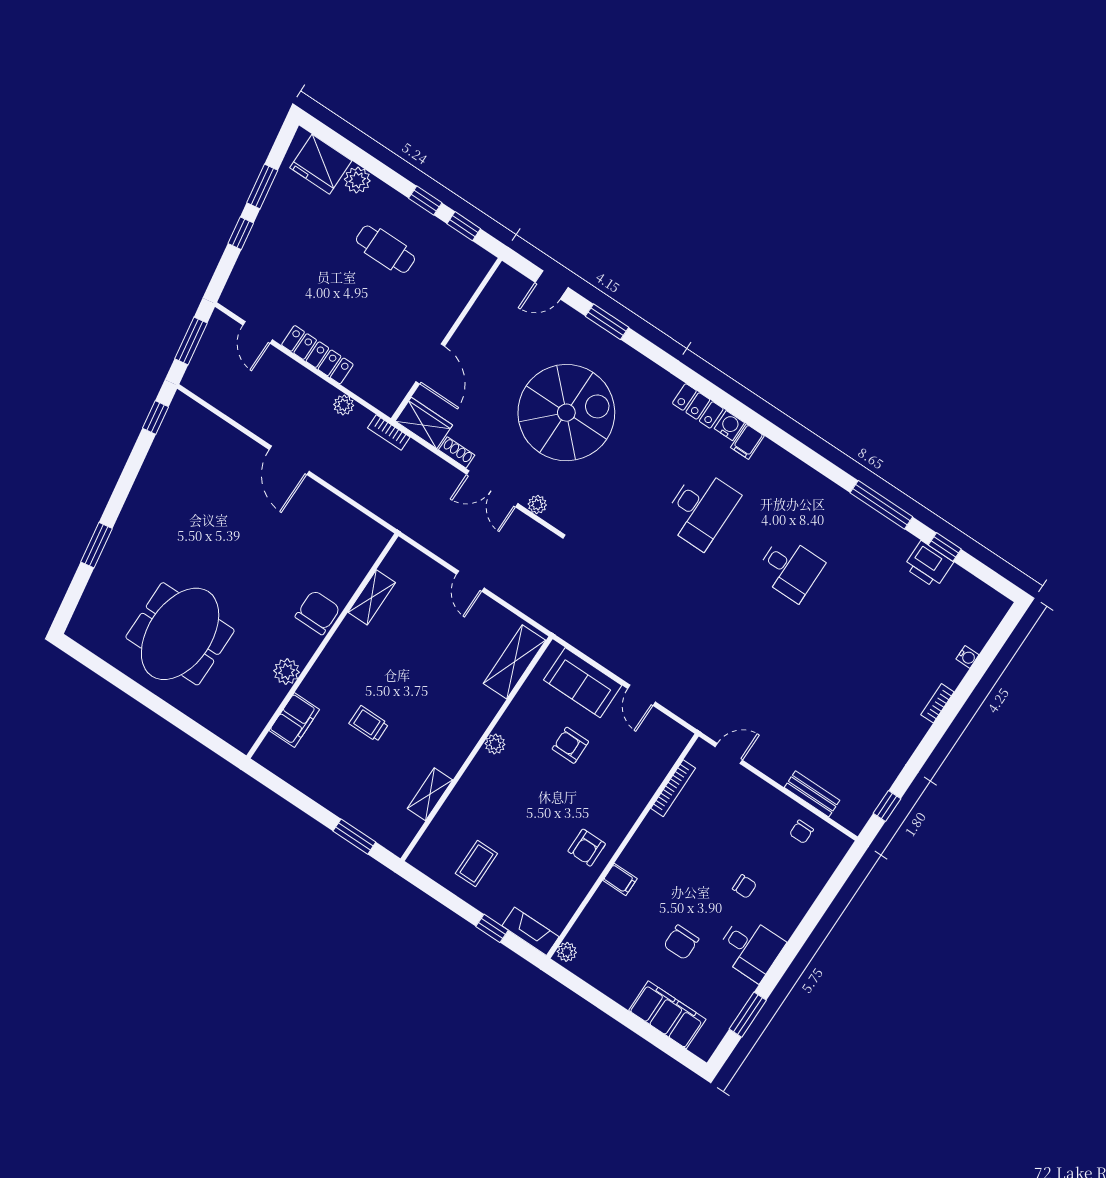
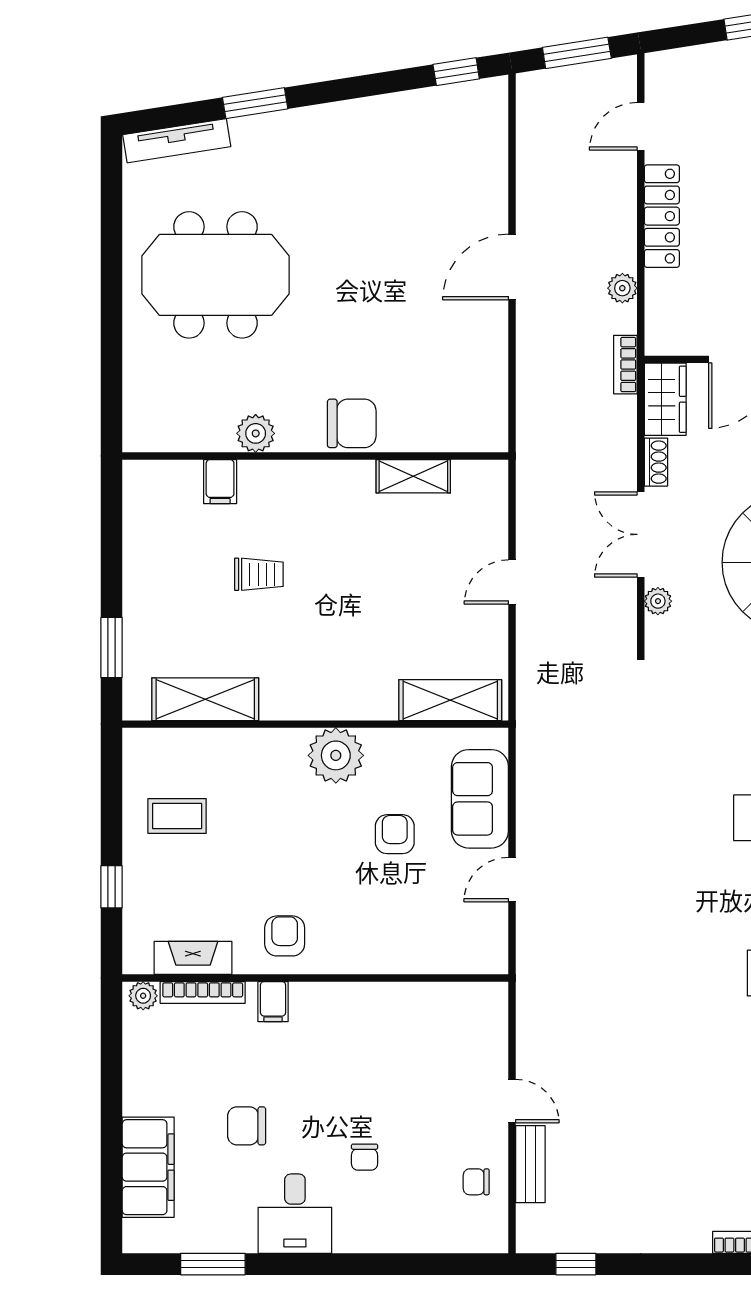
tv unit: (88, 605) -> (177, 141), added
filing cabinet: (294, 720) -> (220, 482), width x0.50
trolley: (369, 724) -> (259, 574), turned 90
plant: (495, 744) -> (336, 755), width x1.87, depth x1.87
door: (729, 753) -> (512, 1101), moved
bookcase: (673, 788) -> (203, 992), moved
shelving: (430, 794) -> (205, 699), width x1.50, depth x1.33
armchair: (587, 848) -> (285, 936), turned 90
fireplace: (531, 931) -> (193, 958), moved, turned -90

